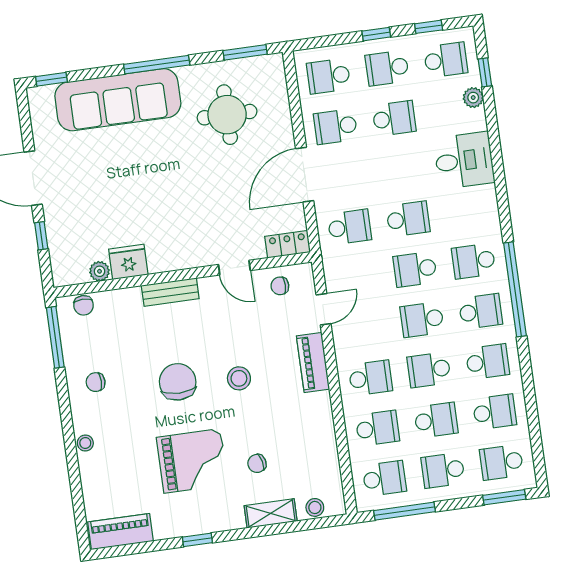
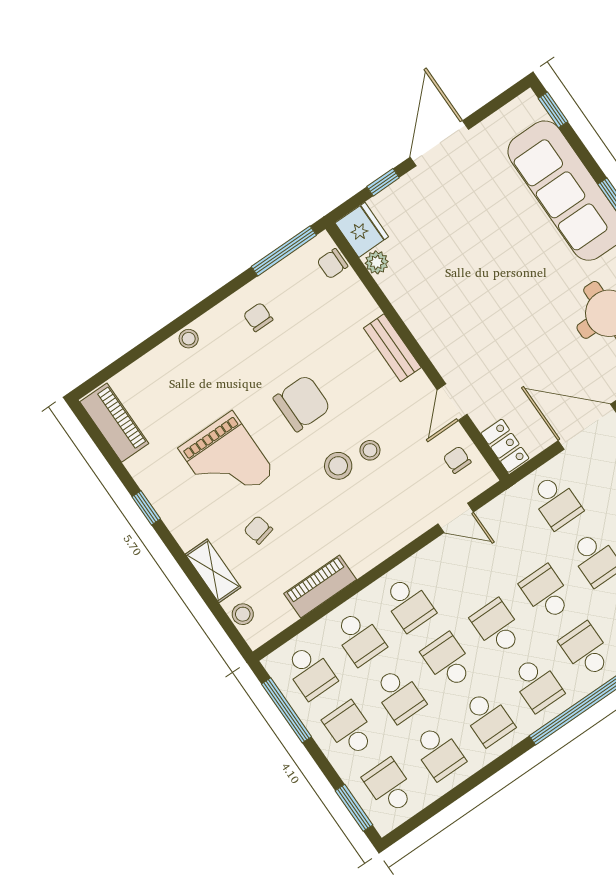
fridge: (128, 262) -> (362, 230), moved
stool: (239, 348) -> (370, 450), added
piano: (313, 363) -> (320, 586), moved

